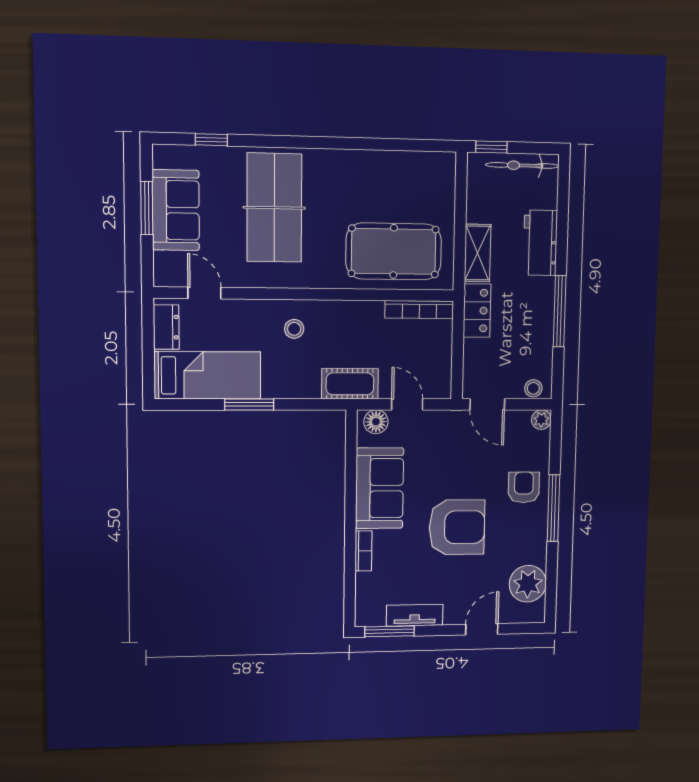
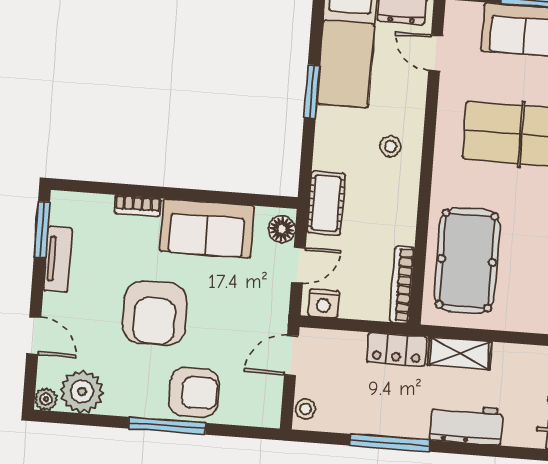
door: (204, 293) -> (435, 53), swing flipped
nightstand: (440, 379) -> (324, 303), added
plant: (541, 420) -> (46, 399), moved
armchair: (524, 487) -> (194, 392), width x1.38, depth x1.38

